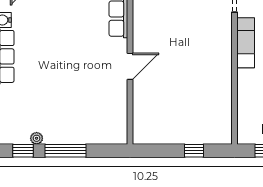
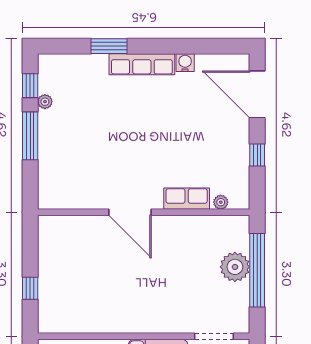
door: (130, 66) -> (130, 212), width x1.36

